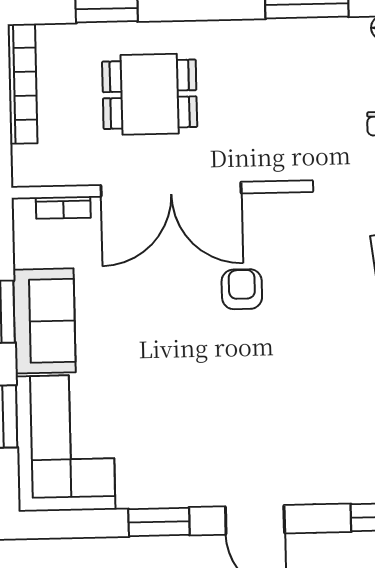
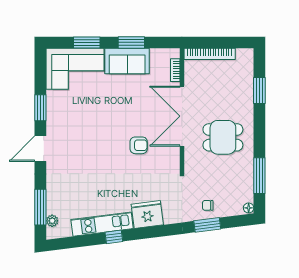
bookcase: (23, 84) -> (210, 54), moved
dining table: (150, 94) -> (223, 137), moved, turned 90

